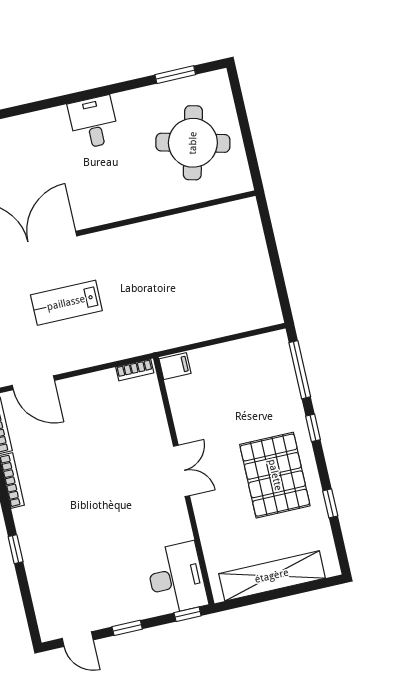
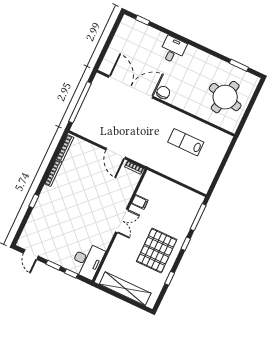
desk: (93, 122) -> (173, 50), moved
chair: (88, 213) -> (163, 93), added
lab bench: (66, 303) -> (186, 142), moved
filing cabinet: (175, 366) -> (140, 202), moved
door: (33, 383) -> (116, 153), moved
window: (188, 614) -> (71, 274), moved

